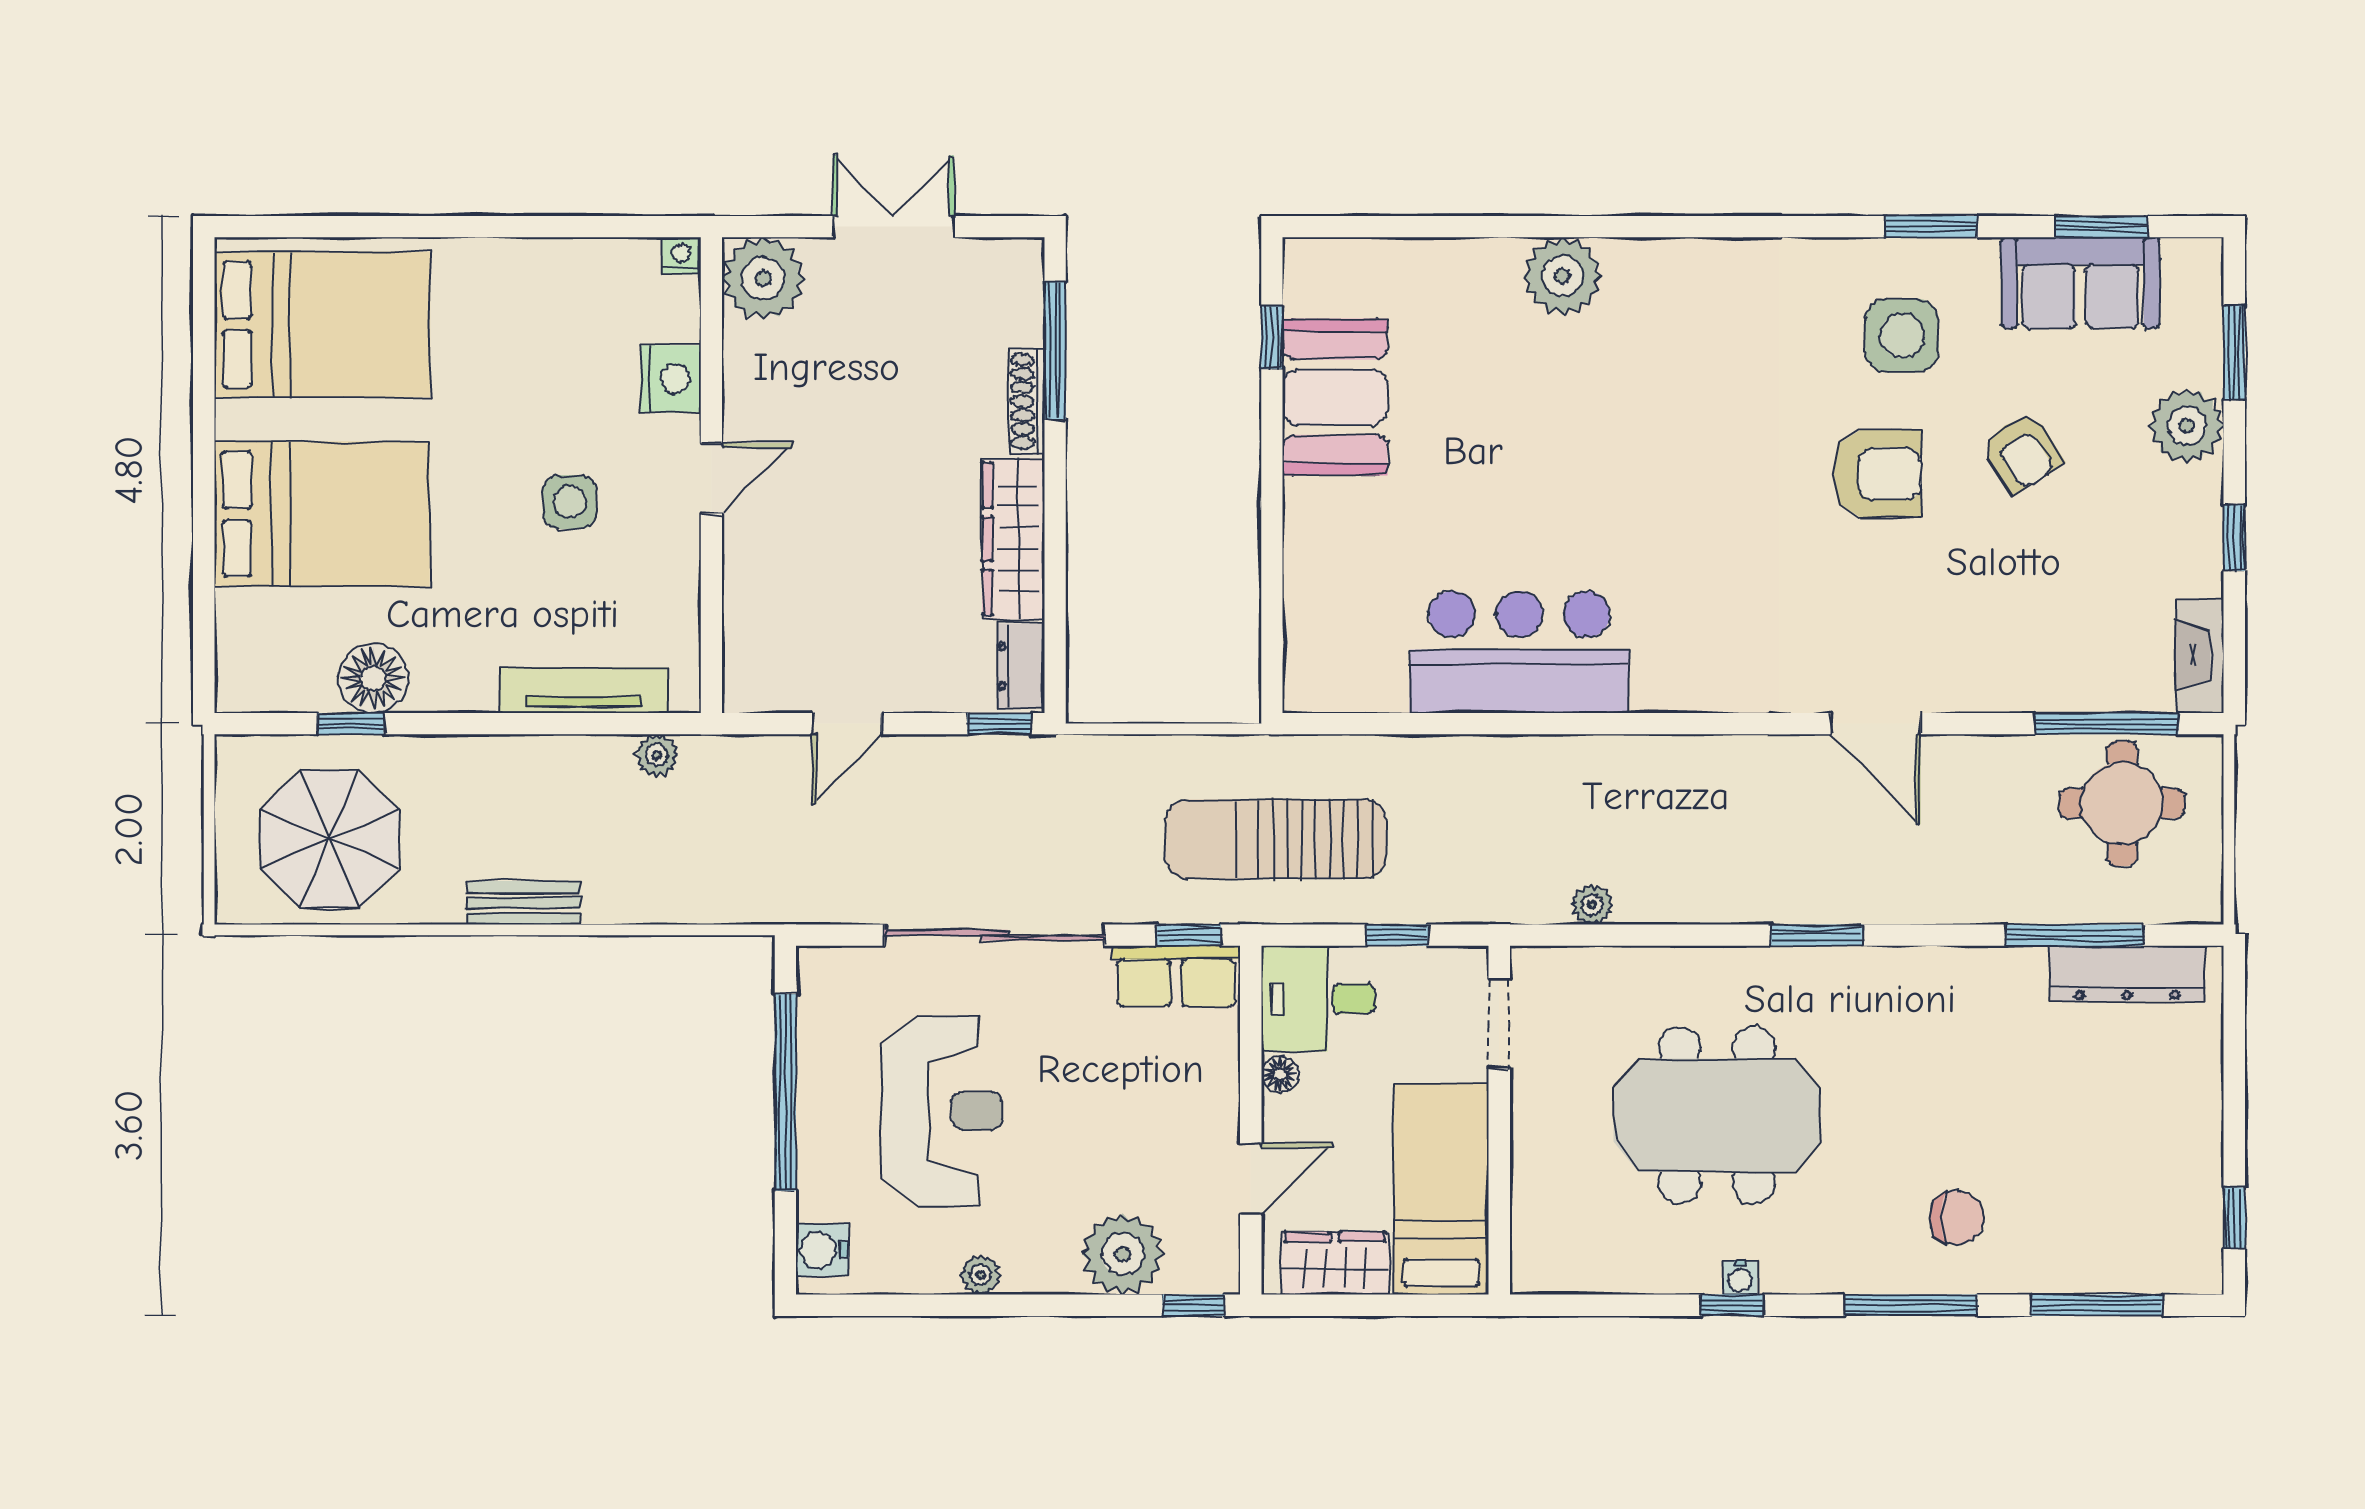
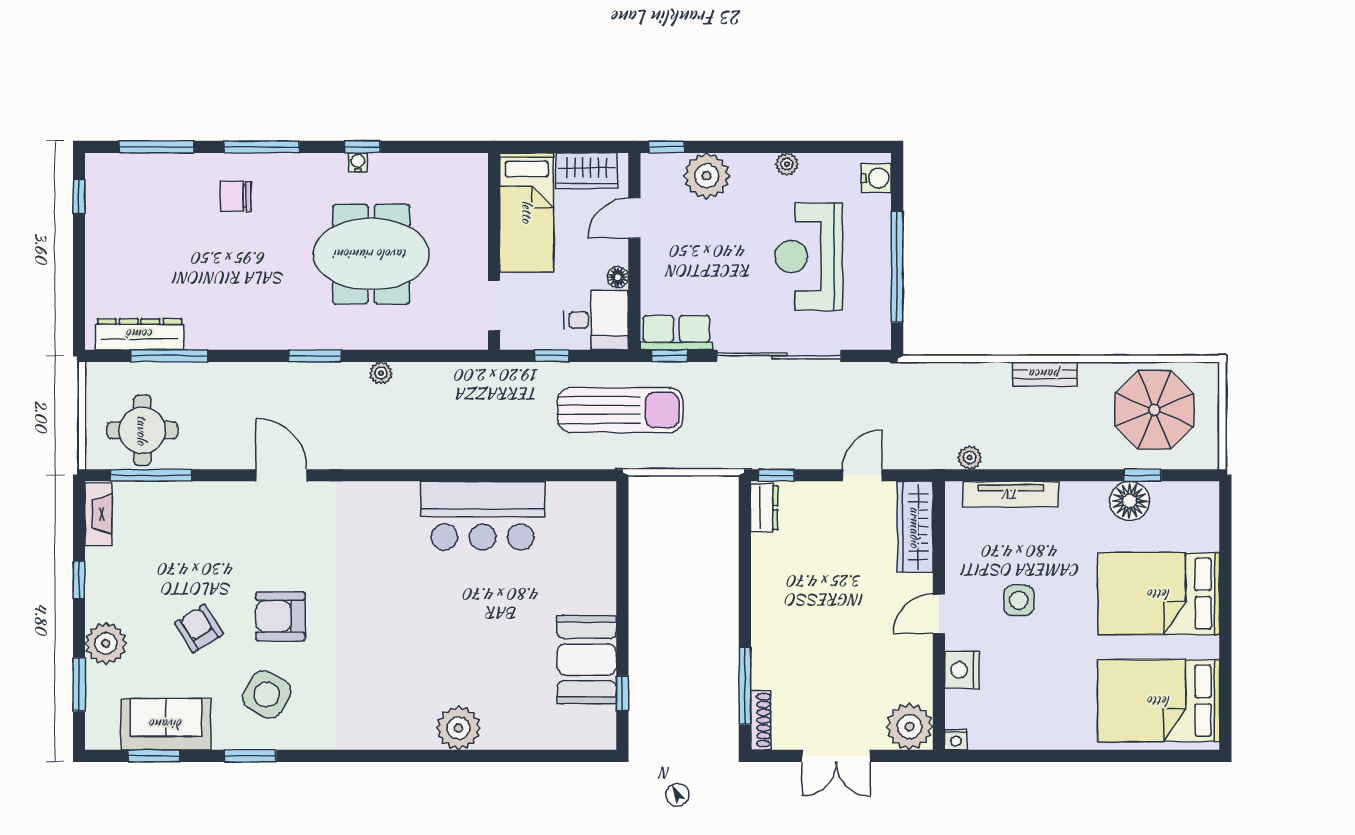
side table: (1902, 335) -> (267, 694), turned 30
shoe rack: (1027, 401) -> (761, 720), moved
wardrobe: (1013, 539) -> (915, 527), moved, turned 180
plant: (1592, 905) -> (381, 373), moved

